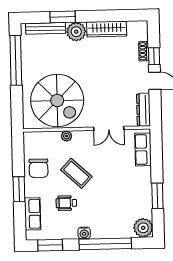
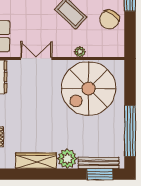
window: (63, 17) -> (100, 174), moved
spiral stairs: (57, 101) -> (89, 88), turned -90
chair: (39, 168) -> (109, 19), turned -146

